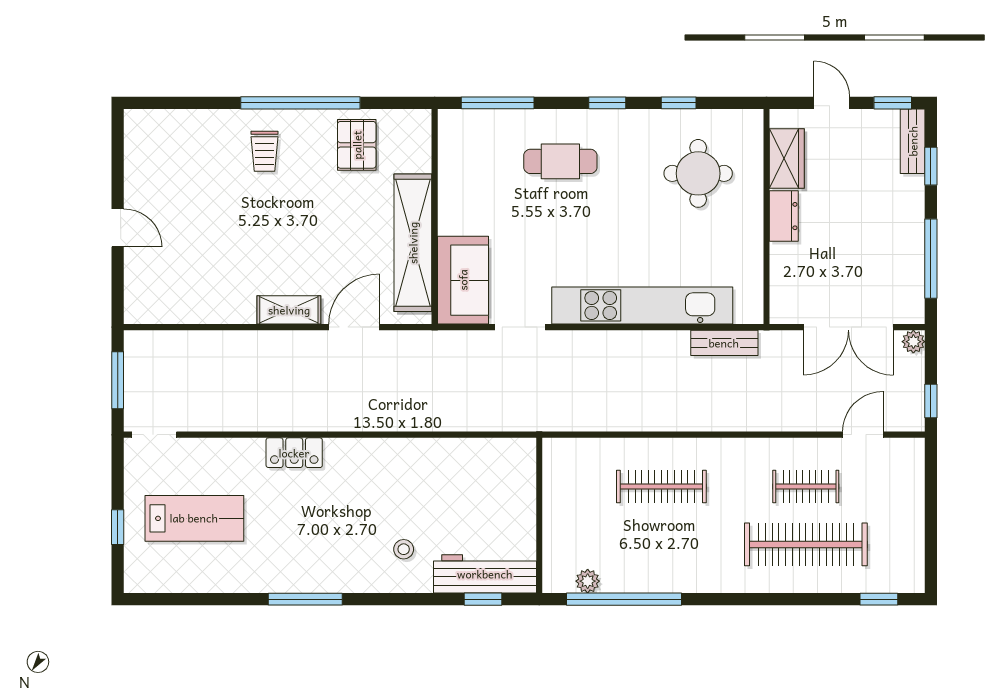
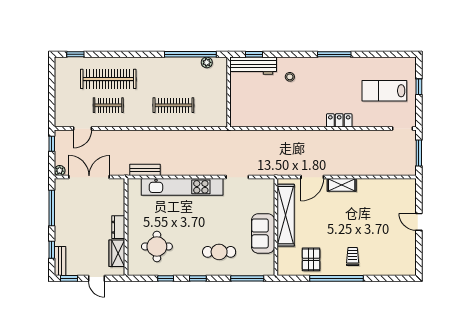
sofa: (463, 280) -> (263, 233), moved

